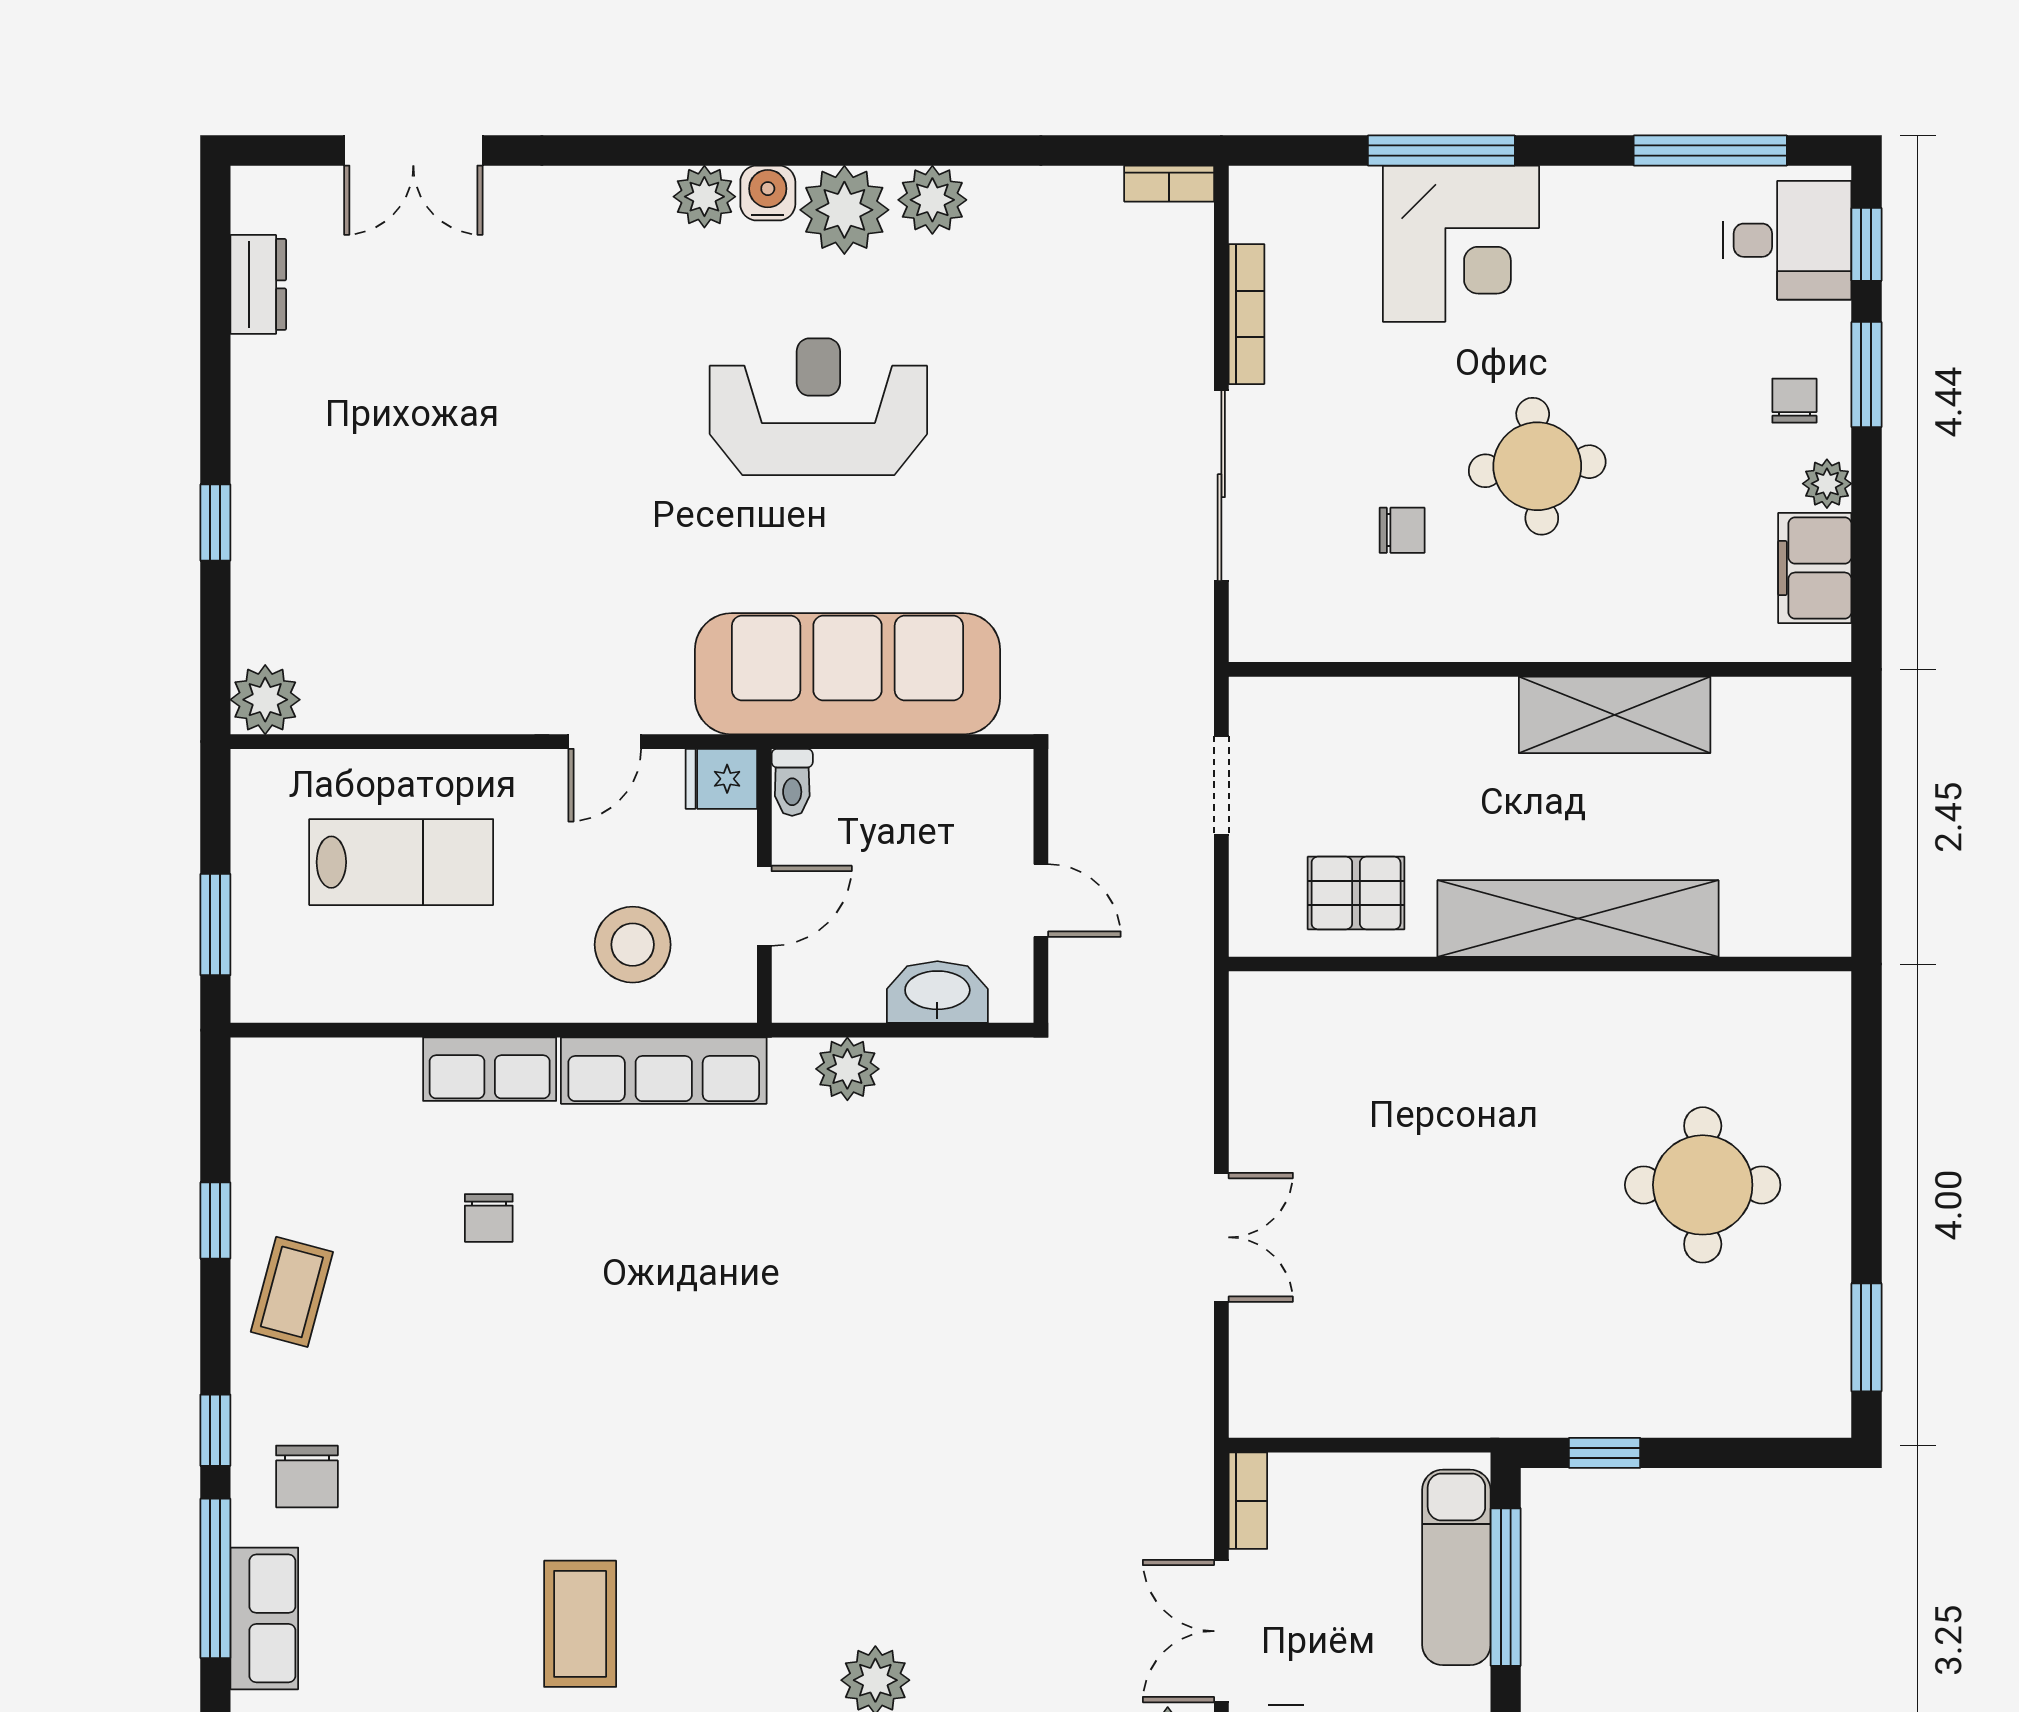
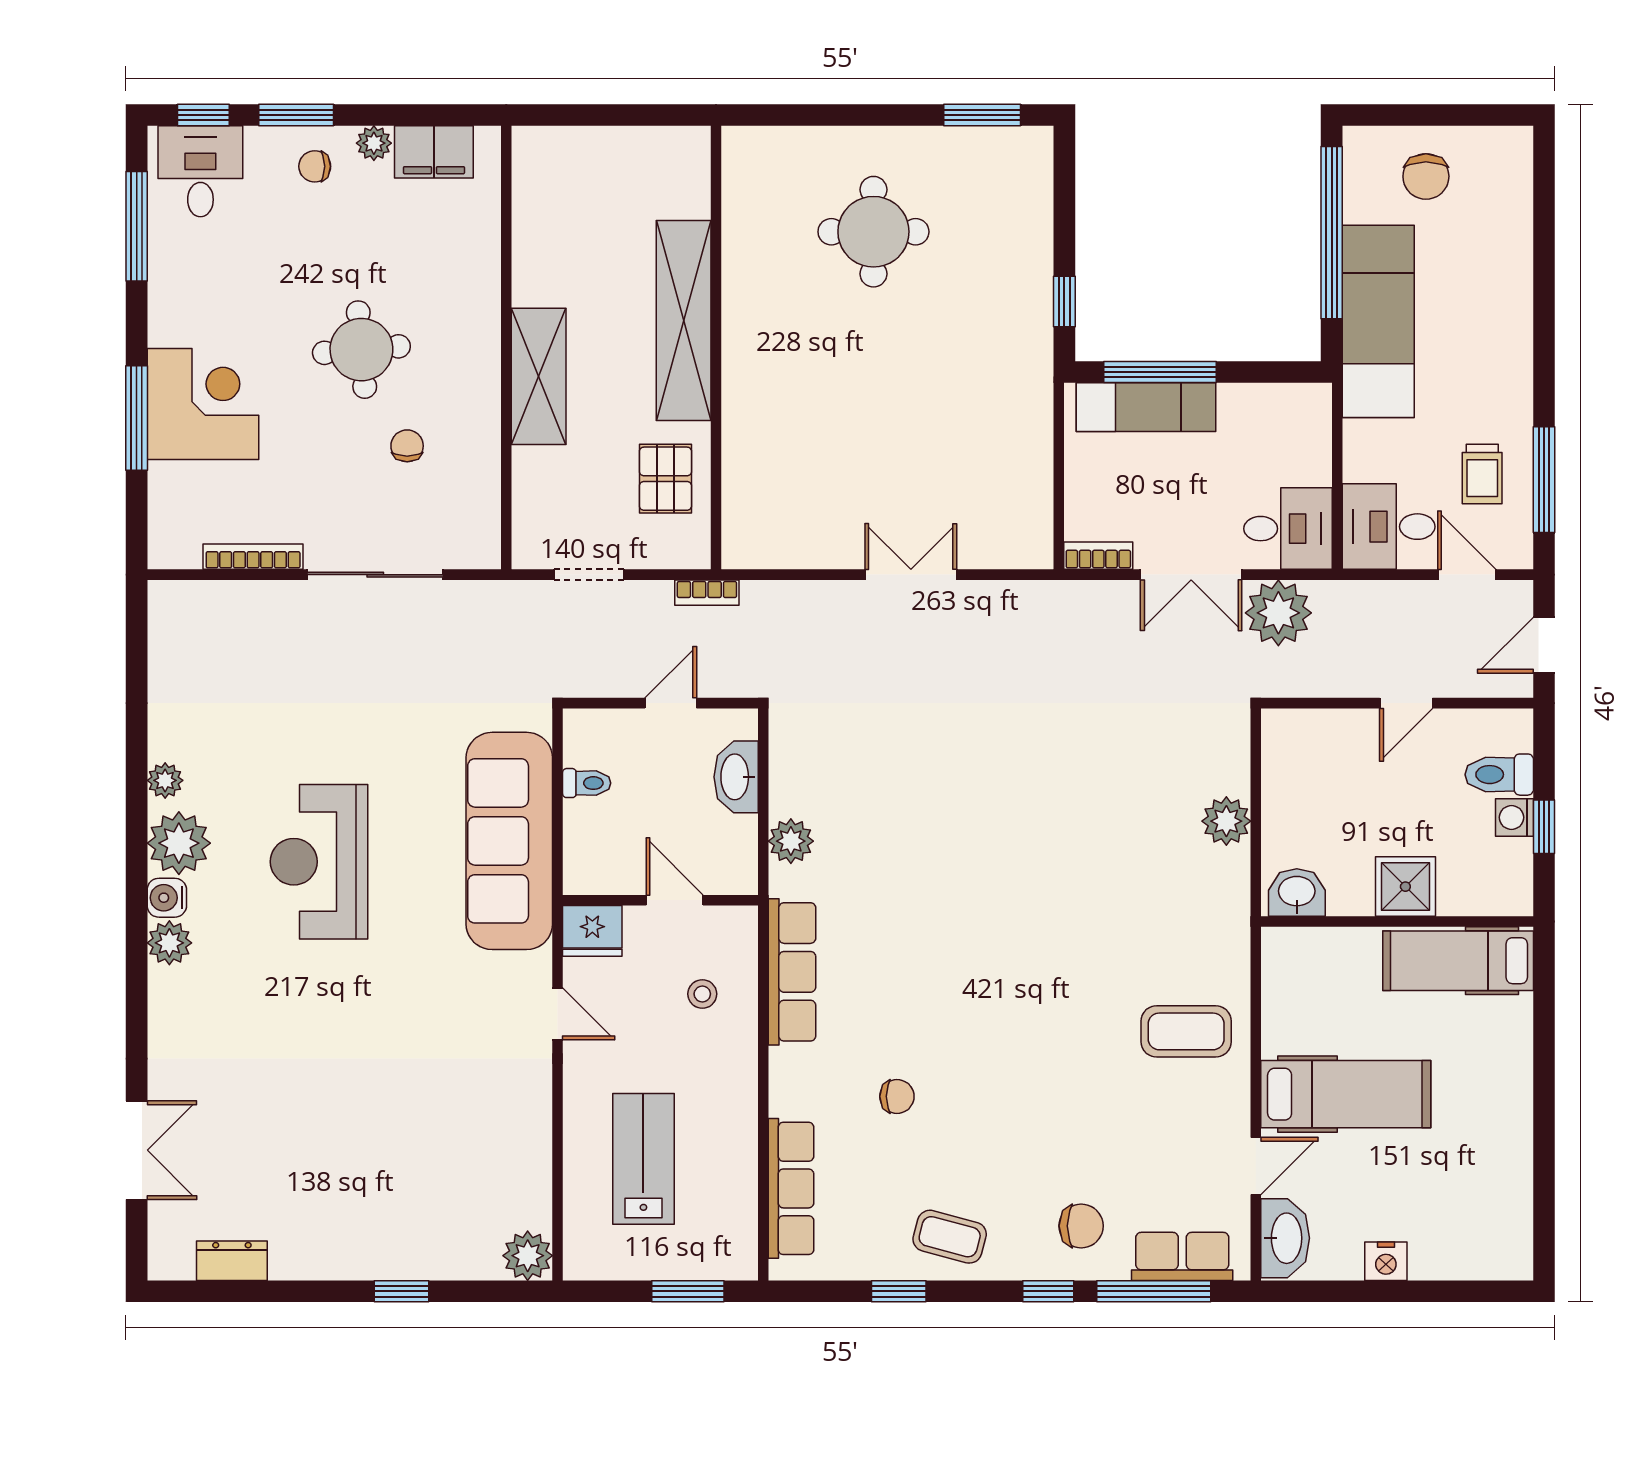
bookcase: (1169, 184) -> (707, 593), moved, turned 90
plant: (932, 200) -> (165, 780), width x0.73, depth x0.73
shelving: (1615, 715) -> (539, 376), moved
fridge: (721, 779) -> (592, 931), width x1.38
toilet: (792, 782) -> (587, 783), moved
stool: (633, 945) -> (702, 994), width x0.53, depth x0.53
row of seats: (490, 1069) -> (791, 1188), moved, width x1.48

